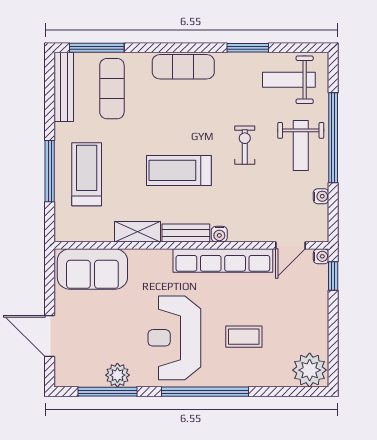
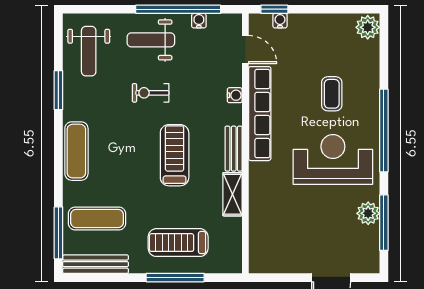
window: (333, 138) -> (178, 9), moved
weight bench: (301, 145) -> (151, 40), turned 180
treadmill: (179, 170) -> (175, 155), turned 180
water cooler: (219, 234) -> (235, 95), moved
water cooler: (321, 256) -> (280, 21), moved
sofa: (92, 269) -> (268, 237), removed
reception desk: (174, 338) -> (333, 159), turned 180
plant: (310, 370) -> (368, 27), width x0.73, depth x0.73

